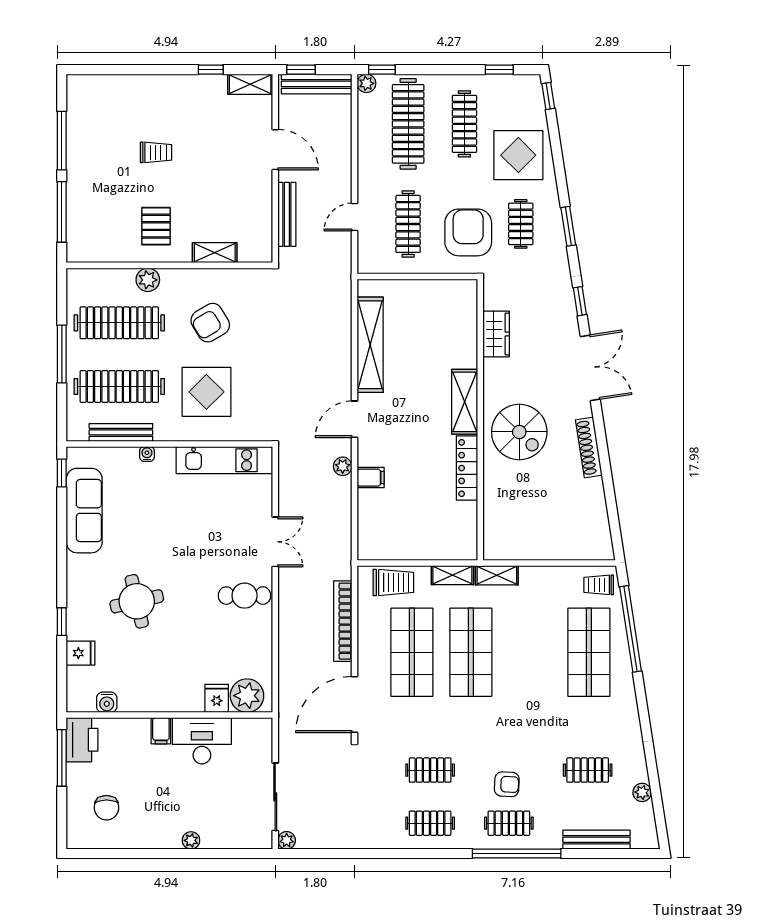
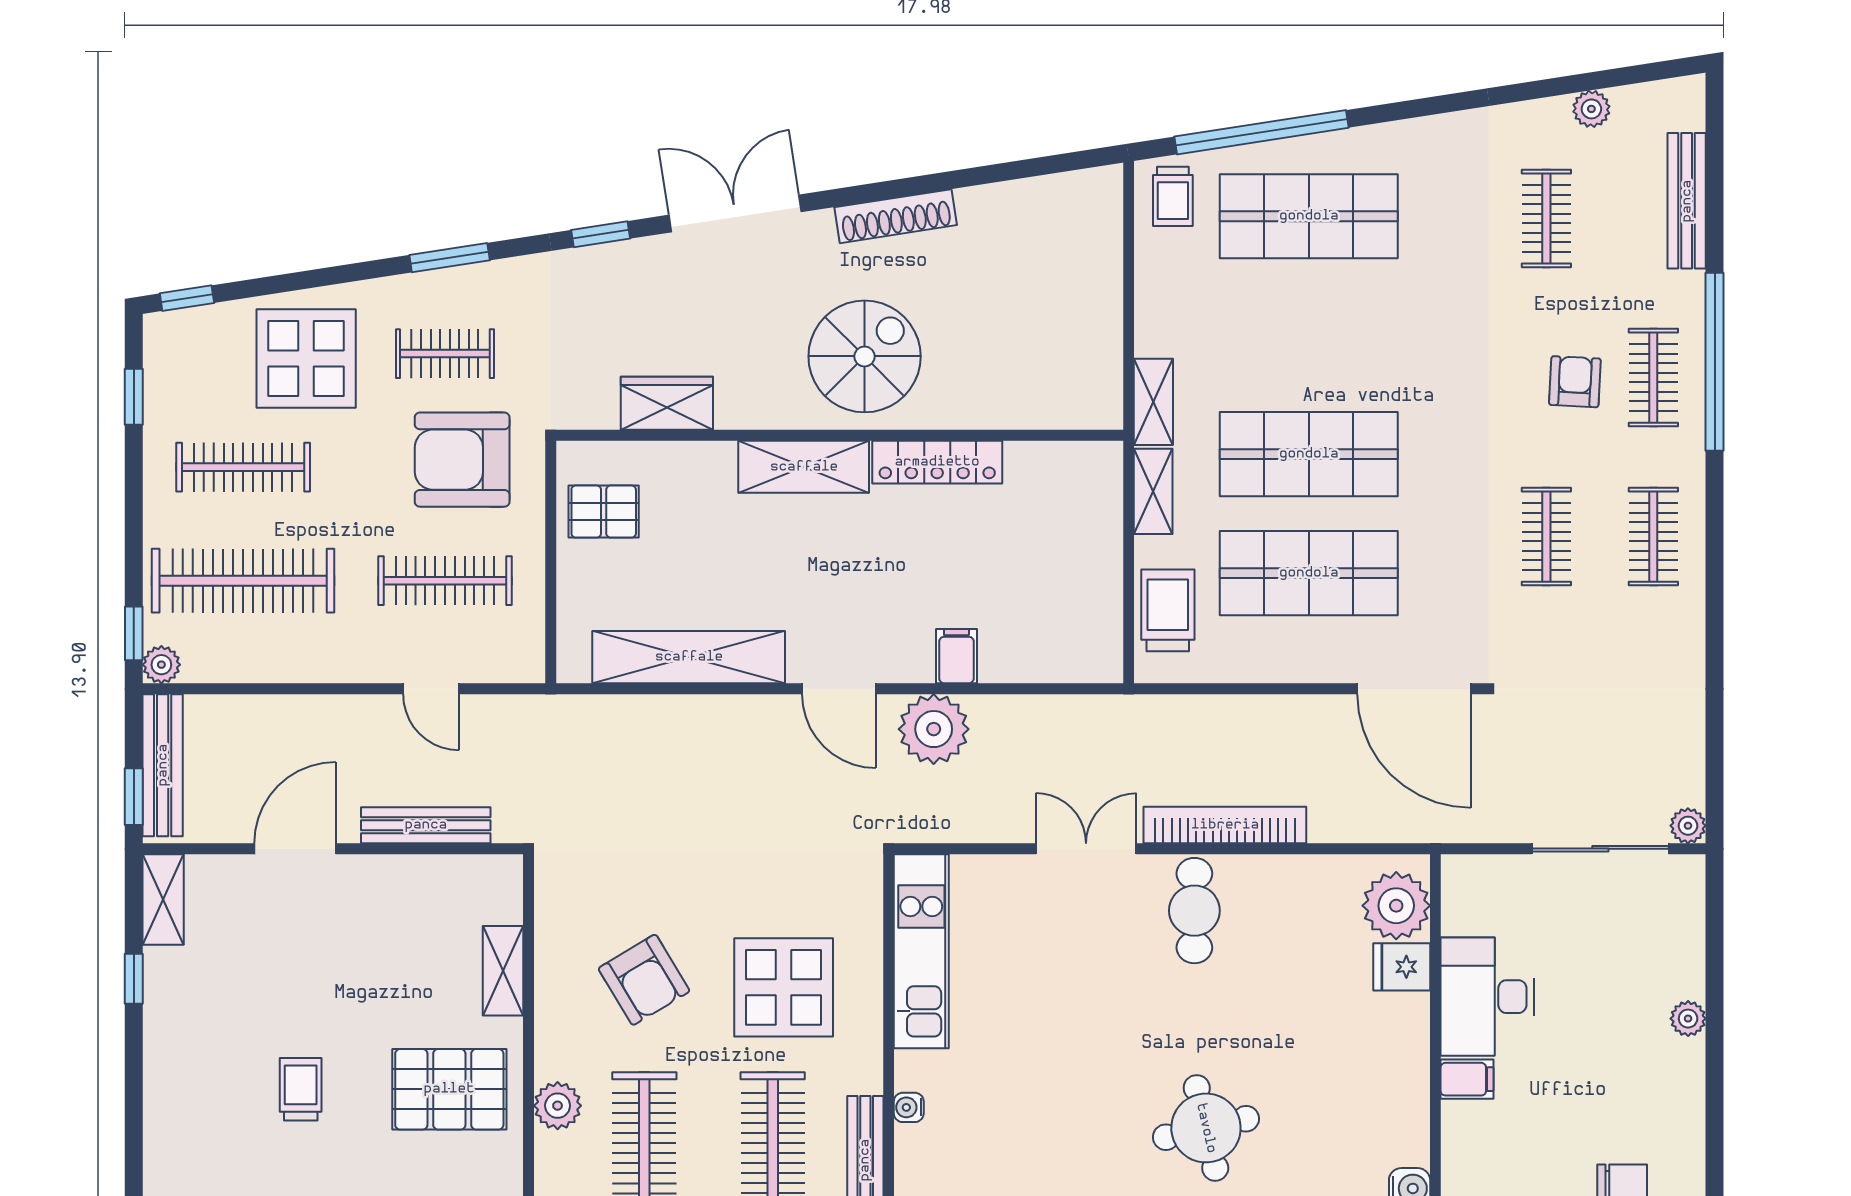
pallet: (156, 226) -> (449, 1089), width x1.50, depth x1.42
pallet: (442, 303) -> (604, 512), added
plant: (343, 466) -> (934, 729), width x1.88, depth x1.88
bookcase: (343, 621) -> (1225, 825), moved, turned 180

